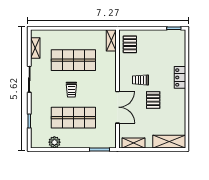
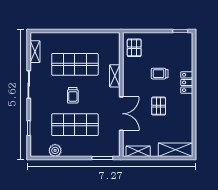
shelving: (111, 40) -> (115, 76), moved
trolley: (140, 80) -> (160, 74), moved

